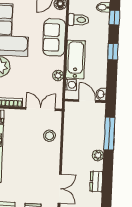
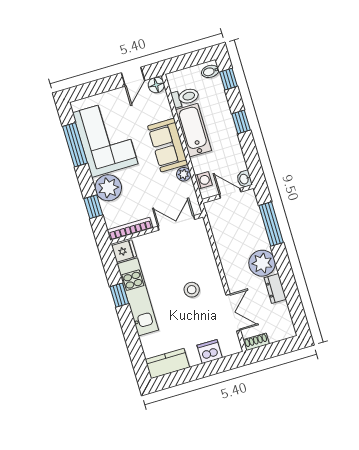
sofa: (54, 37) -> (168, 145), moved
bathtub: (76, 59) -> (193, 130), moved
stool: (50, 136) -> (192, 290), moved
plant: (98, 155) -> (262, 263), width x1.87, depth x1.87

